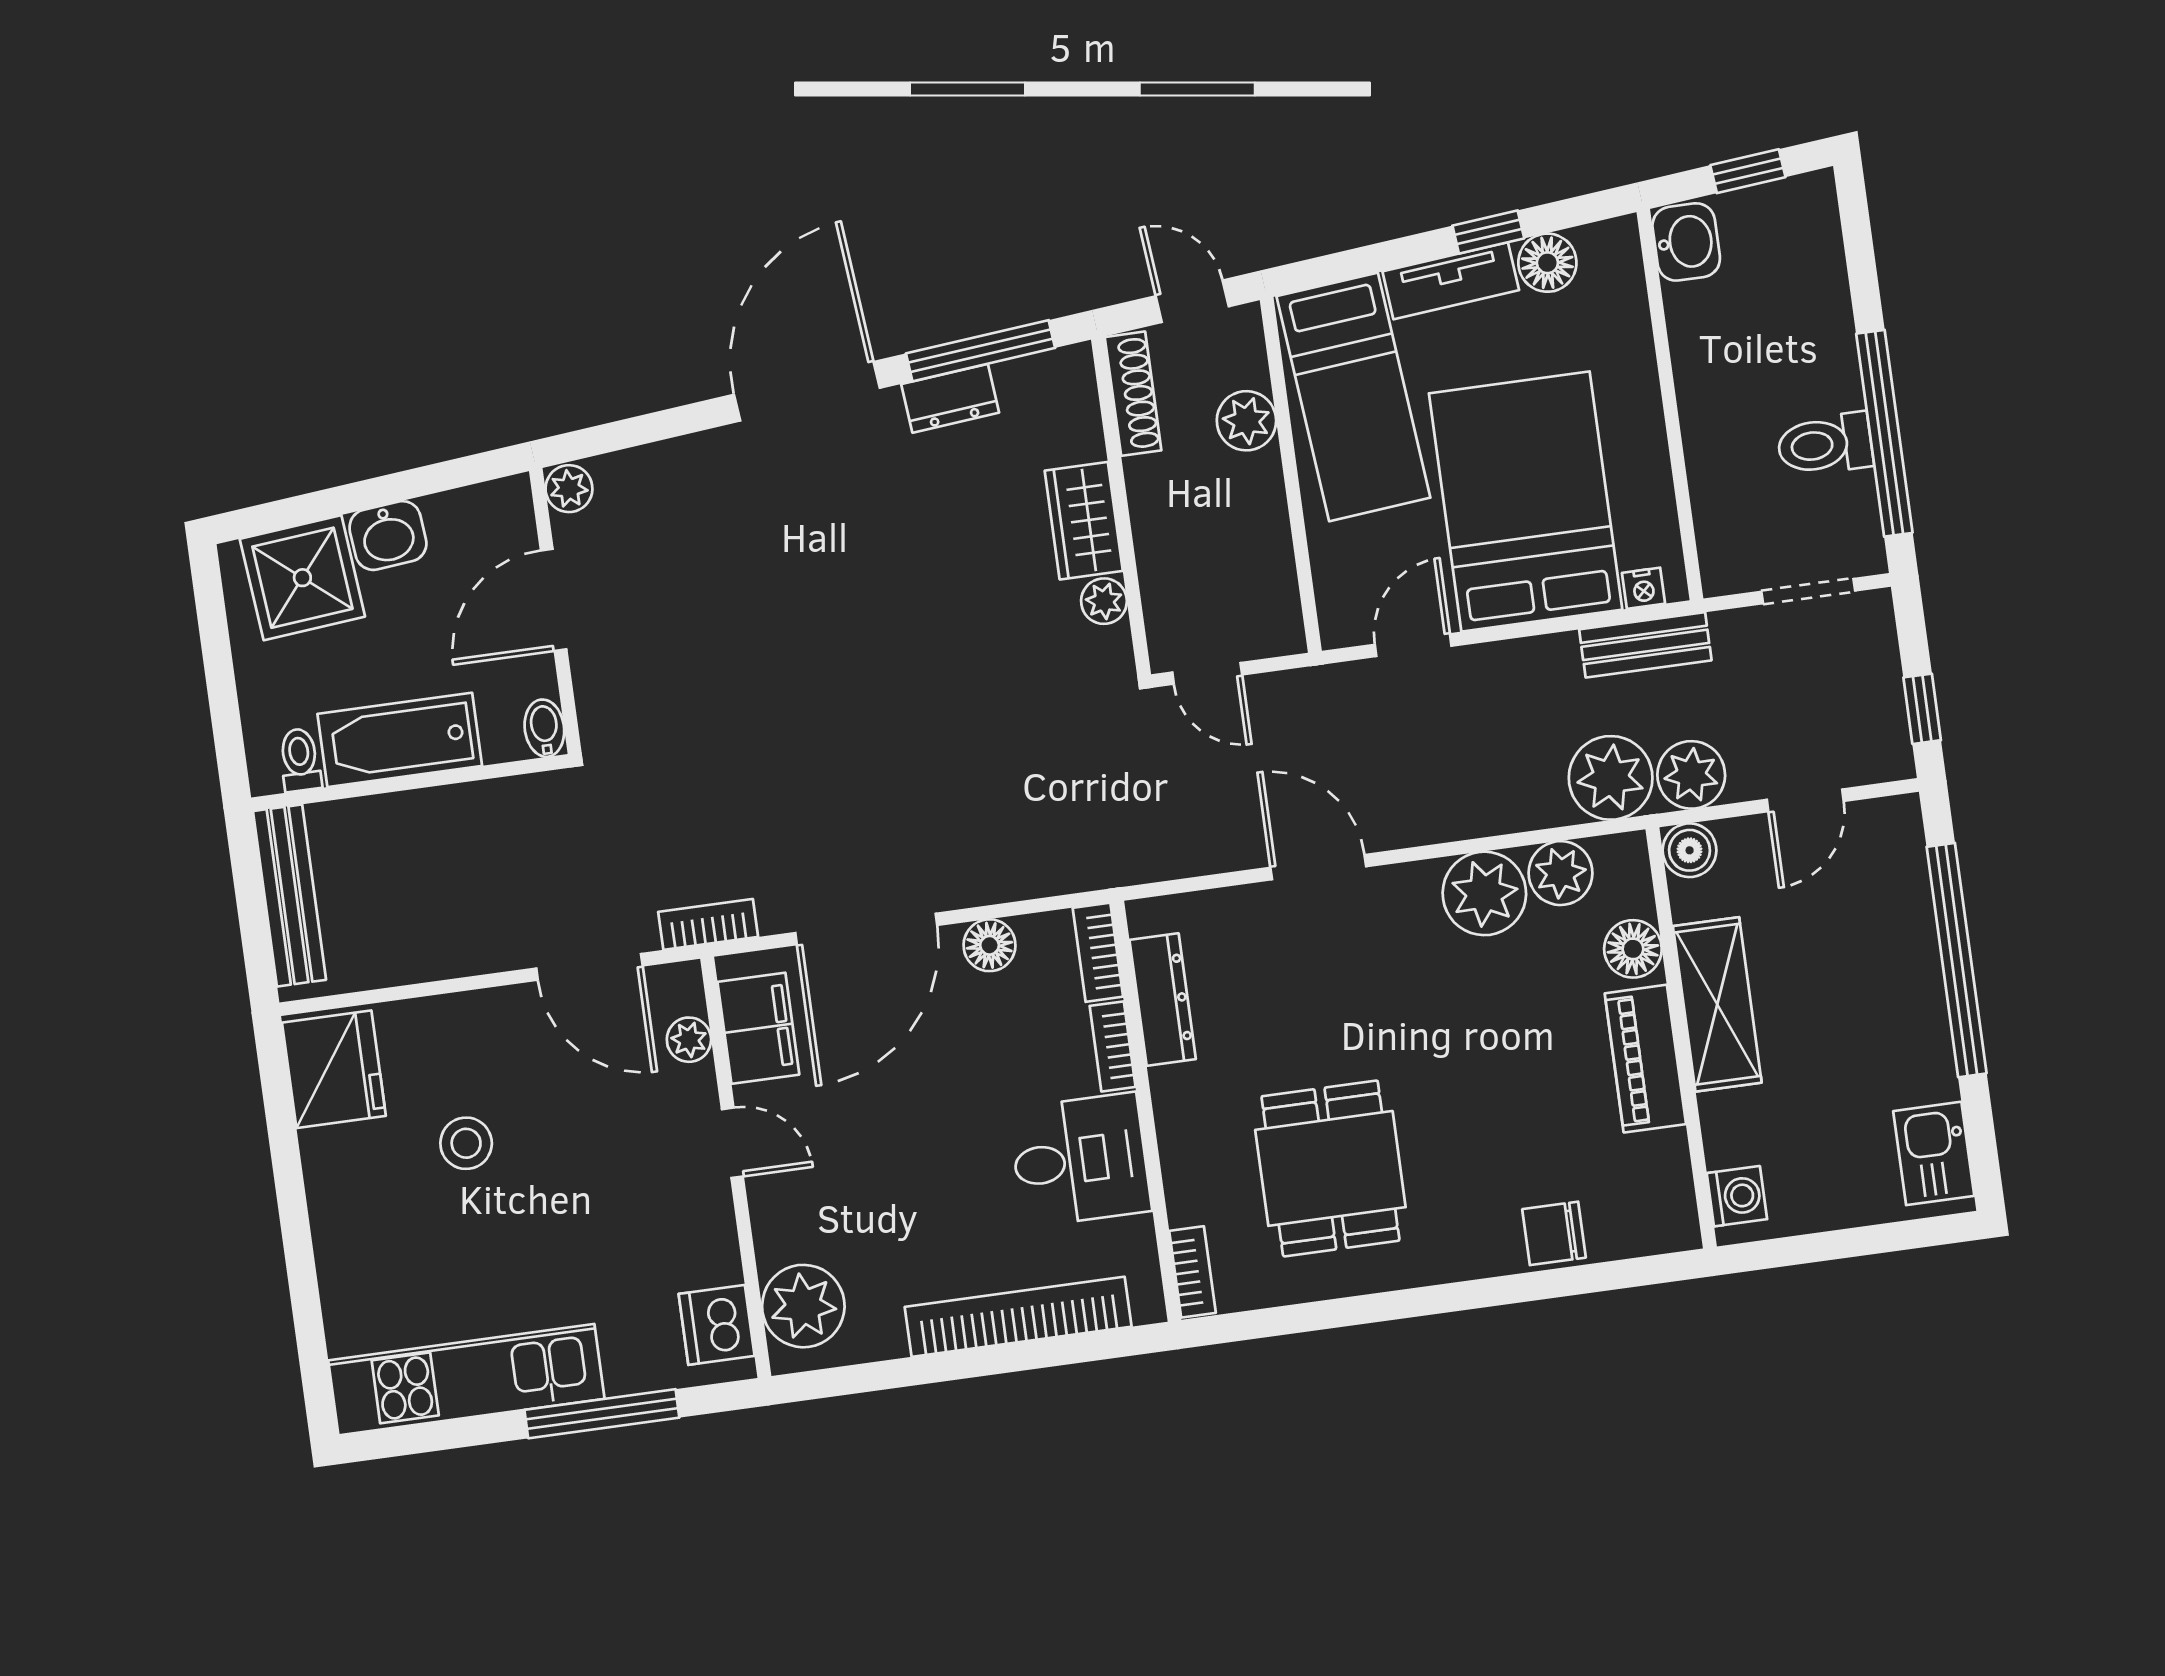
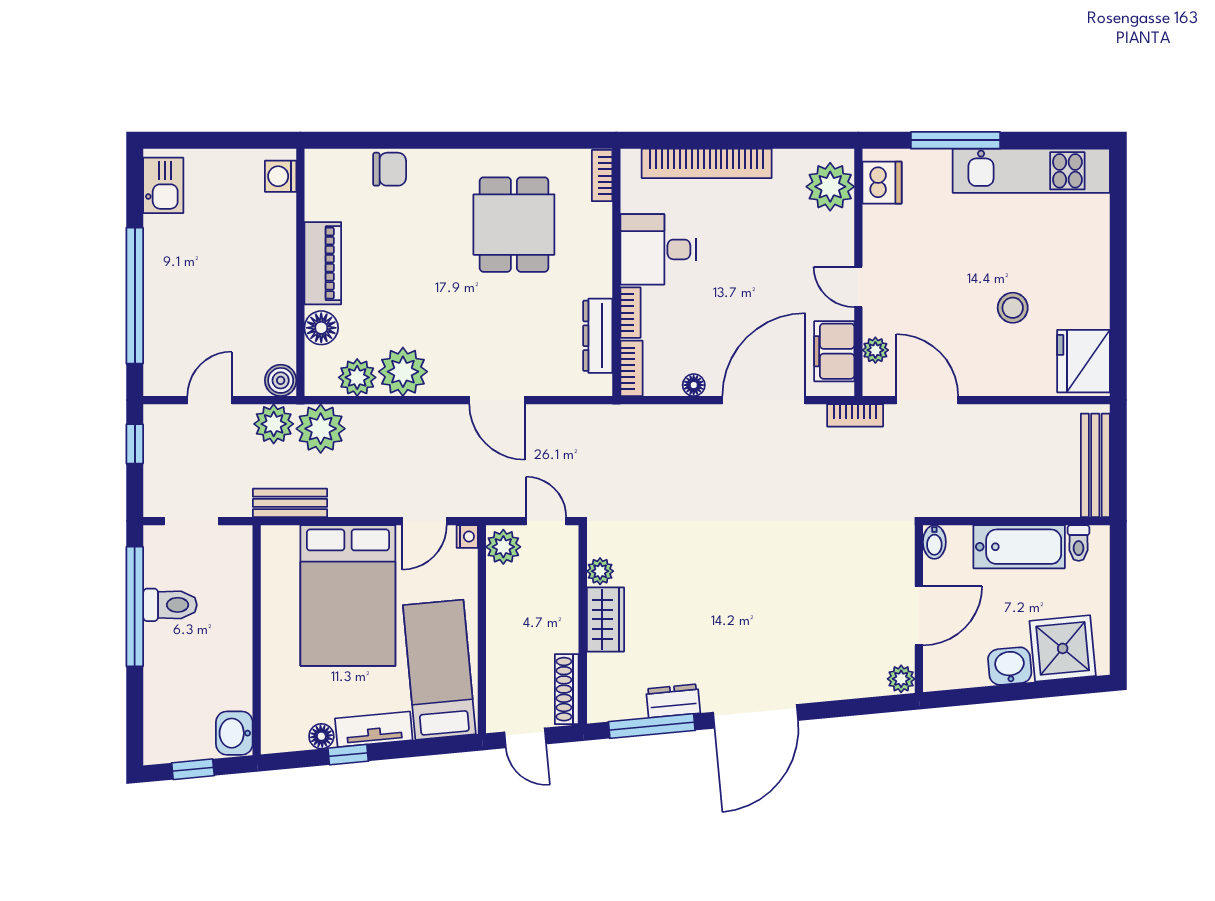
floor lamp: (1547, 263) -> (321, 736), width x0.73, depth x0.73
plant: (1246, 421) -> (503, 547), moved
nightstand: (1644, 588) -> (467, 536), moved, turned 90
floor lamp: (990, 945) -> (694, 385), width x0.73, depth x0.73
shelving: (1717, 1004) -> (277, 289), removed

